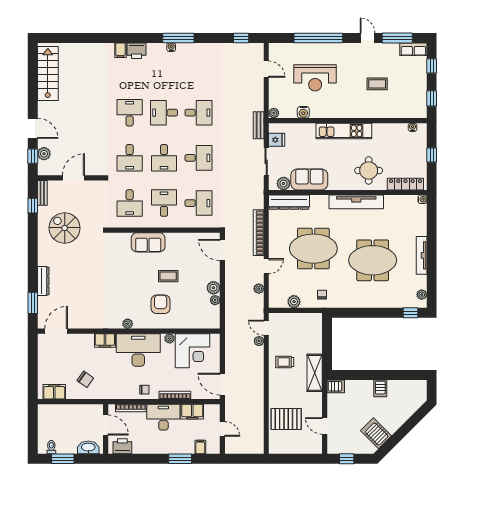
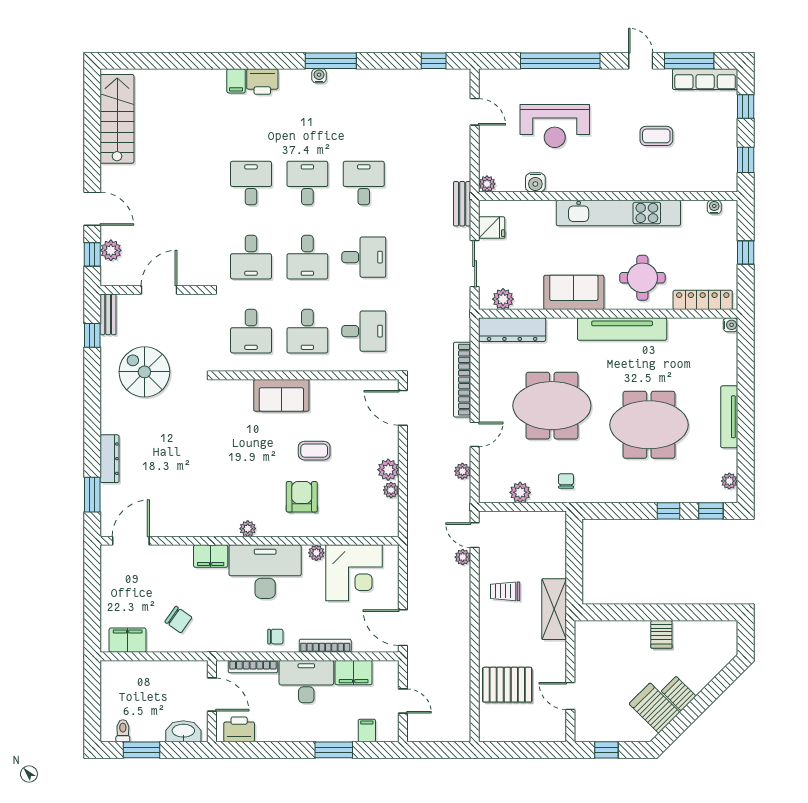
row of seats: (413, 49) -> (705, 79), width x1.48
desk: (164, 113) -> (307, 183), turned 90
desk: (198, 113) -> (364, 183), turned -90
kitchen unit: (344, 131) -> (618, 213), width x1.36
sofa: (309, 179) -> (574, 292), moved
desk: (164, 203) -> (307, 331), turned 180
window: (385, 313) -> (669, 511), added
server rack: (336, 386) -> (679, 694), moved, turned -135

